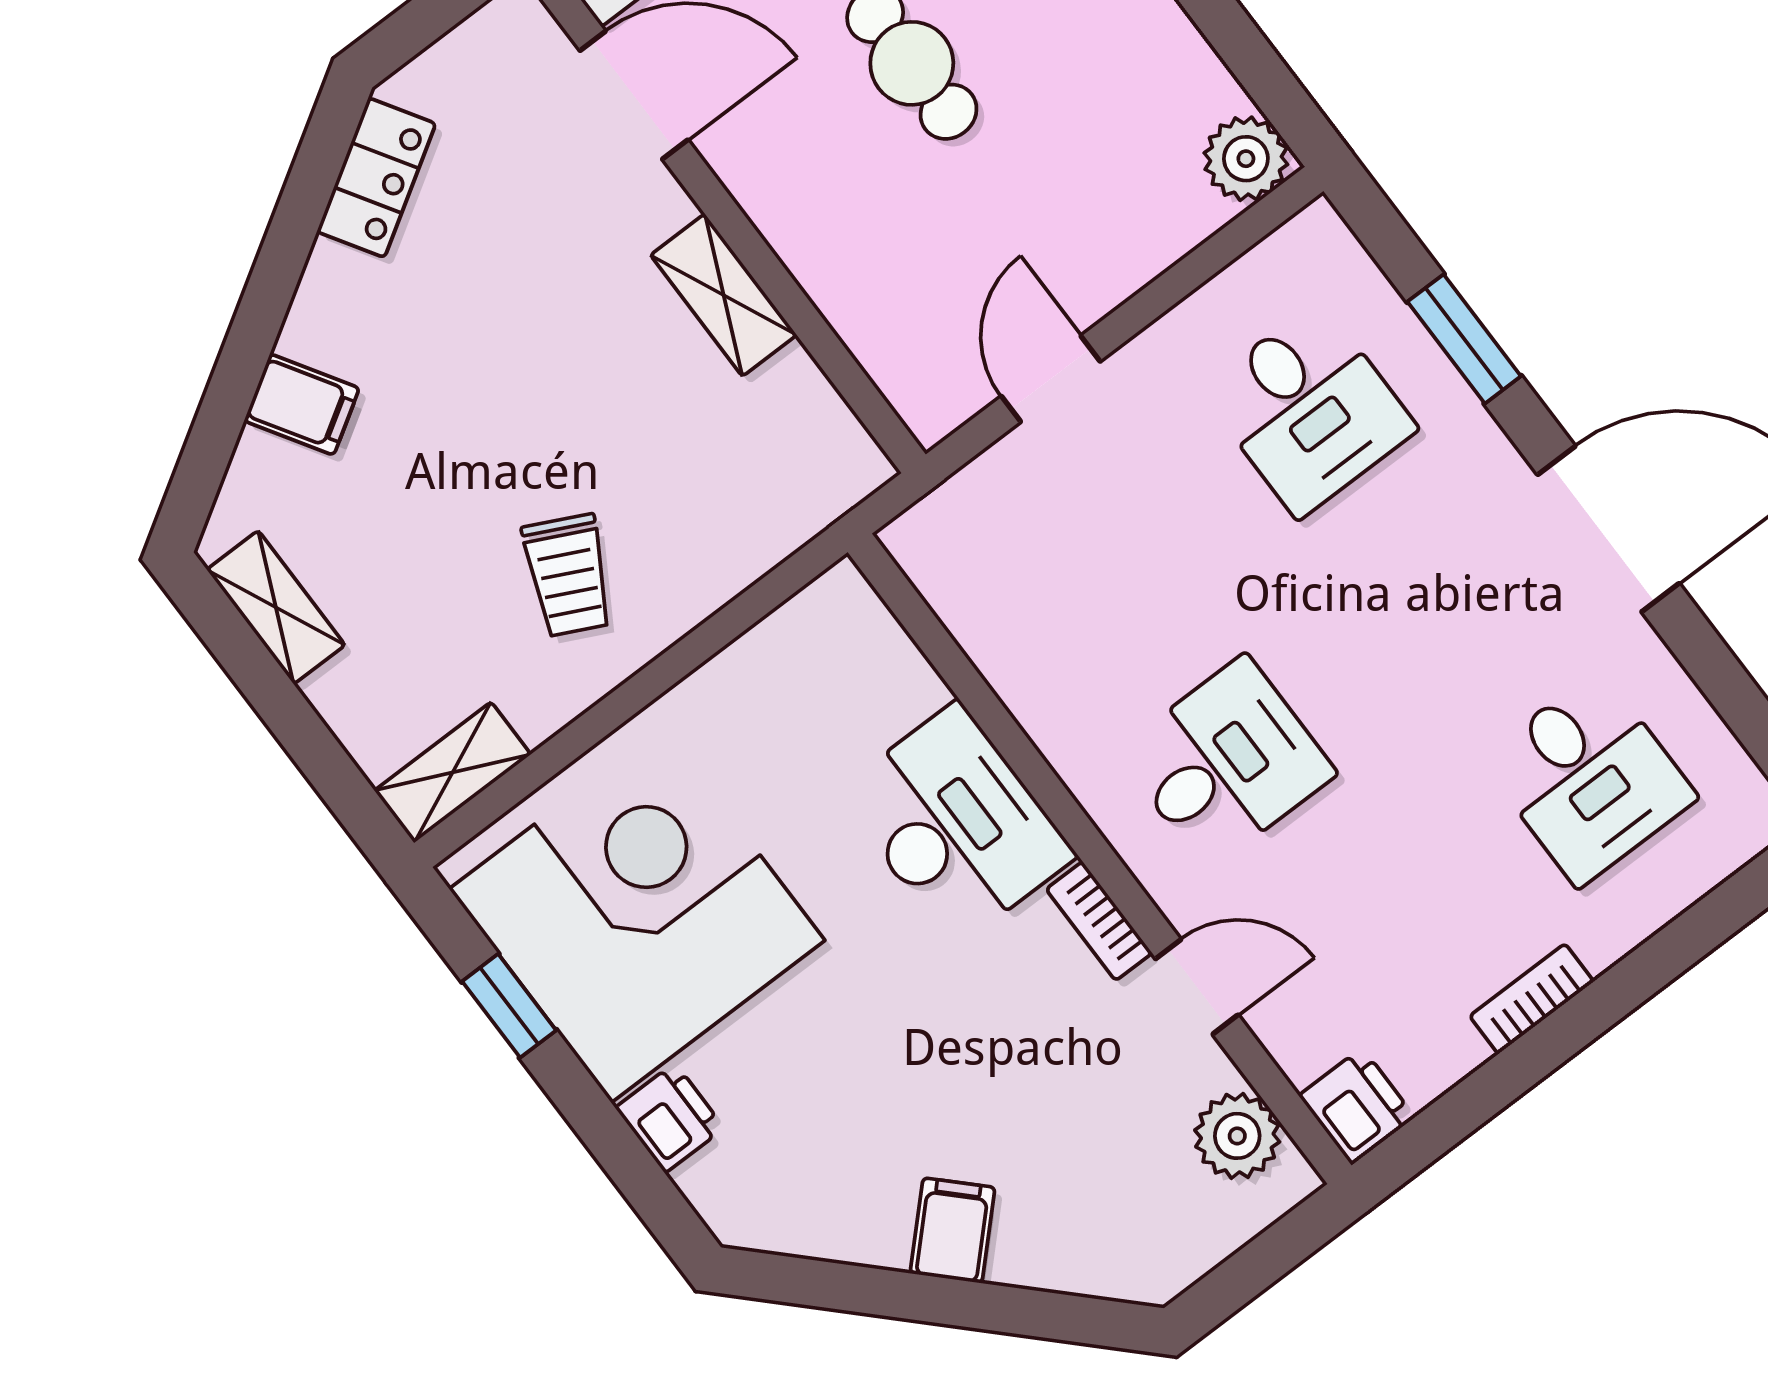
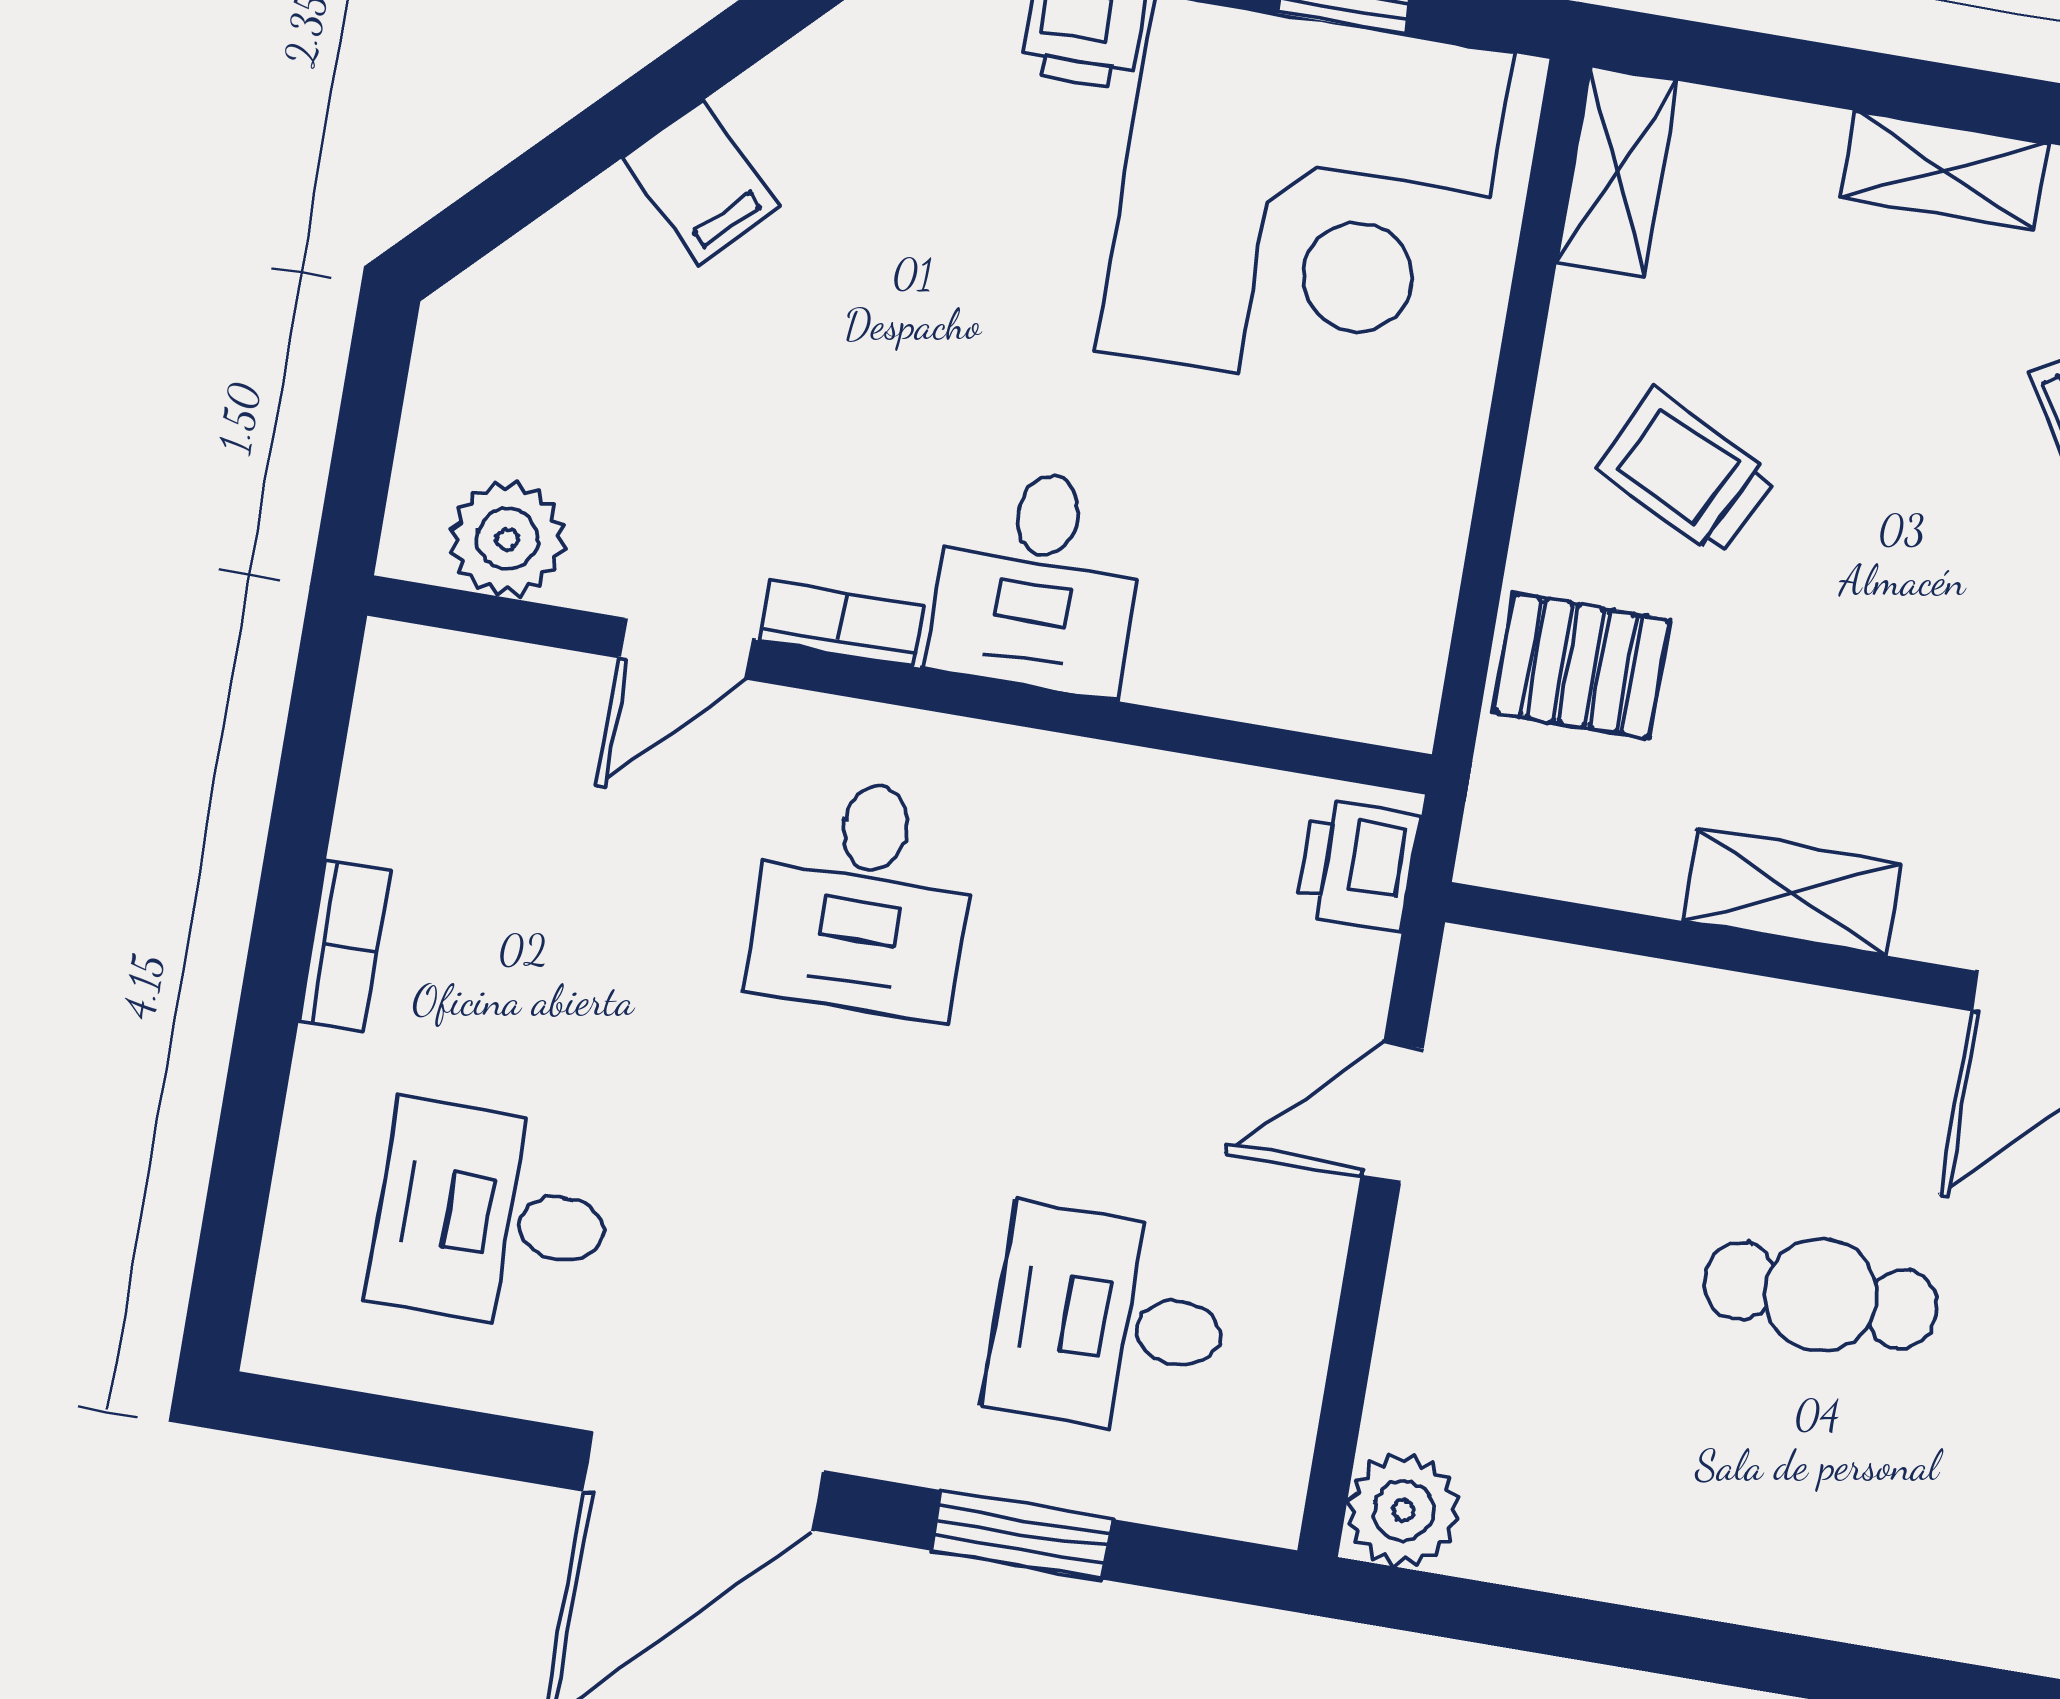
door: (1051, 379) -> (1392, 1113), swing flipped
pallet: (722, 524) -> (1581, 666), added
desk: (956, 824) -> (1037, 580), width x0.73
printer: (1357, 1106) -> (1358, 866), moved, turned 90

